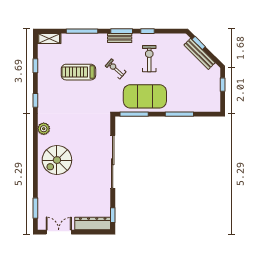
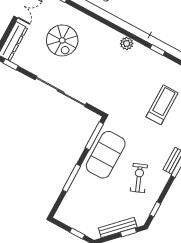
window: (147, 31) -> (155, 209), moved
exercise bike: (149, 59) -> (139, 178), turned -112
exercise bike: (116, 69) -> (146, 141), removed
spiral stairs: (57, 160) -> (62, 40), moved, turned 180

